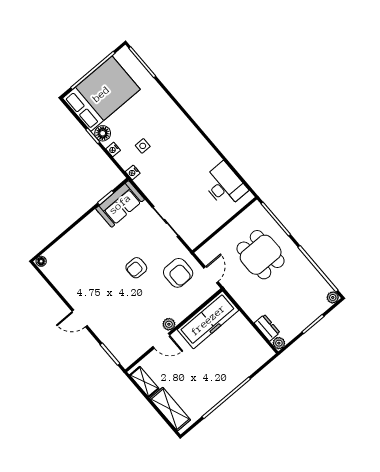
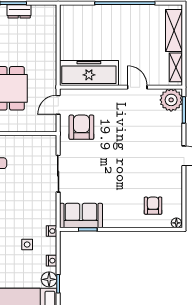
armchair: (136, 268) -> (153, 206), moved, turned -90
plant: (169, 324) -> (171, 100), moved, width x1.87, depth x1.87
dresser: (267, 328) -> (19, 11), moved, turned -90
plant: (279, 343) -> (51, 11), removed

